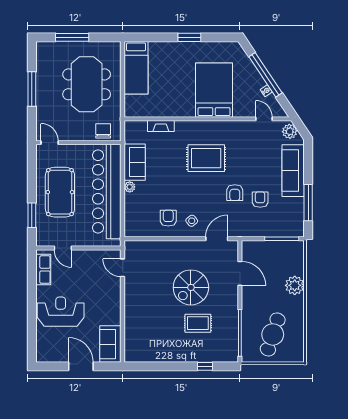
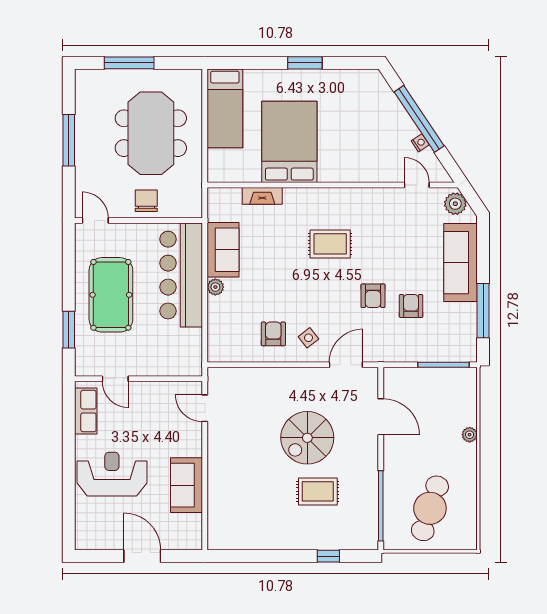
bed: (214, 90) -> (289, 142), moved
chair: (103, 131) -> (146, 201), moved
rug: (206, 158) -> (330, 244), width x0.73, depth x0.70
bar counter: (107, 192) -> (181, 275), width x0.73
plant: (295, 285) -> (470, 435), width x0.53, depth x0.53
sofa: (110, 344) -> (186, 485), moved

